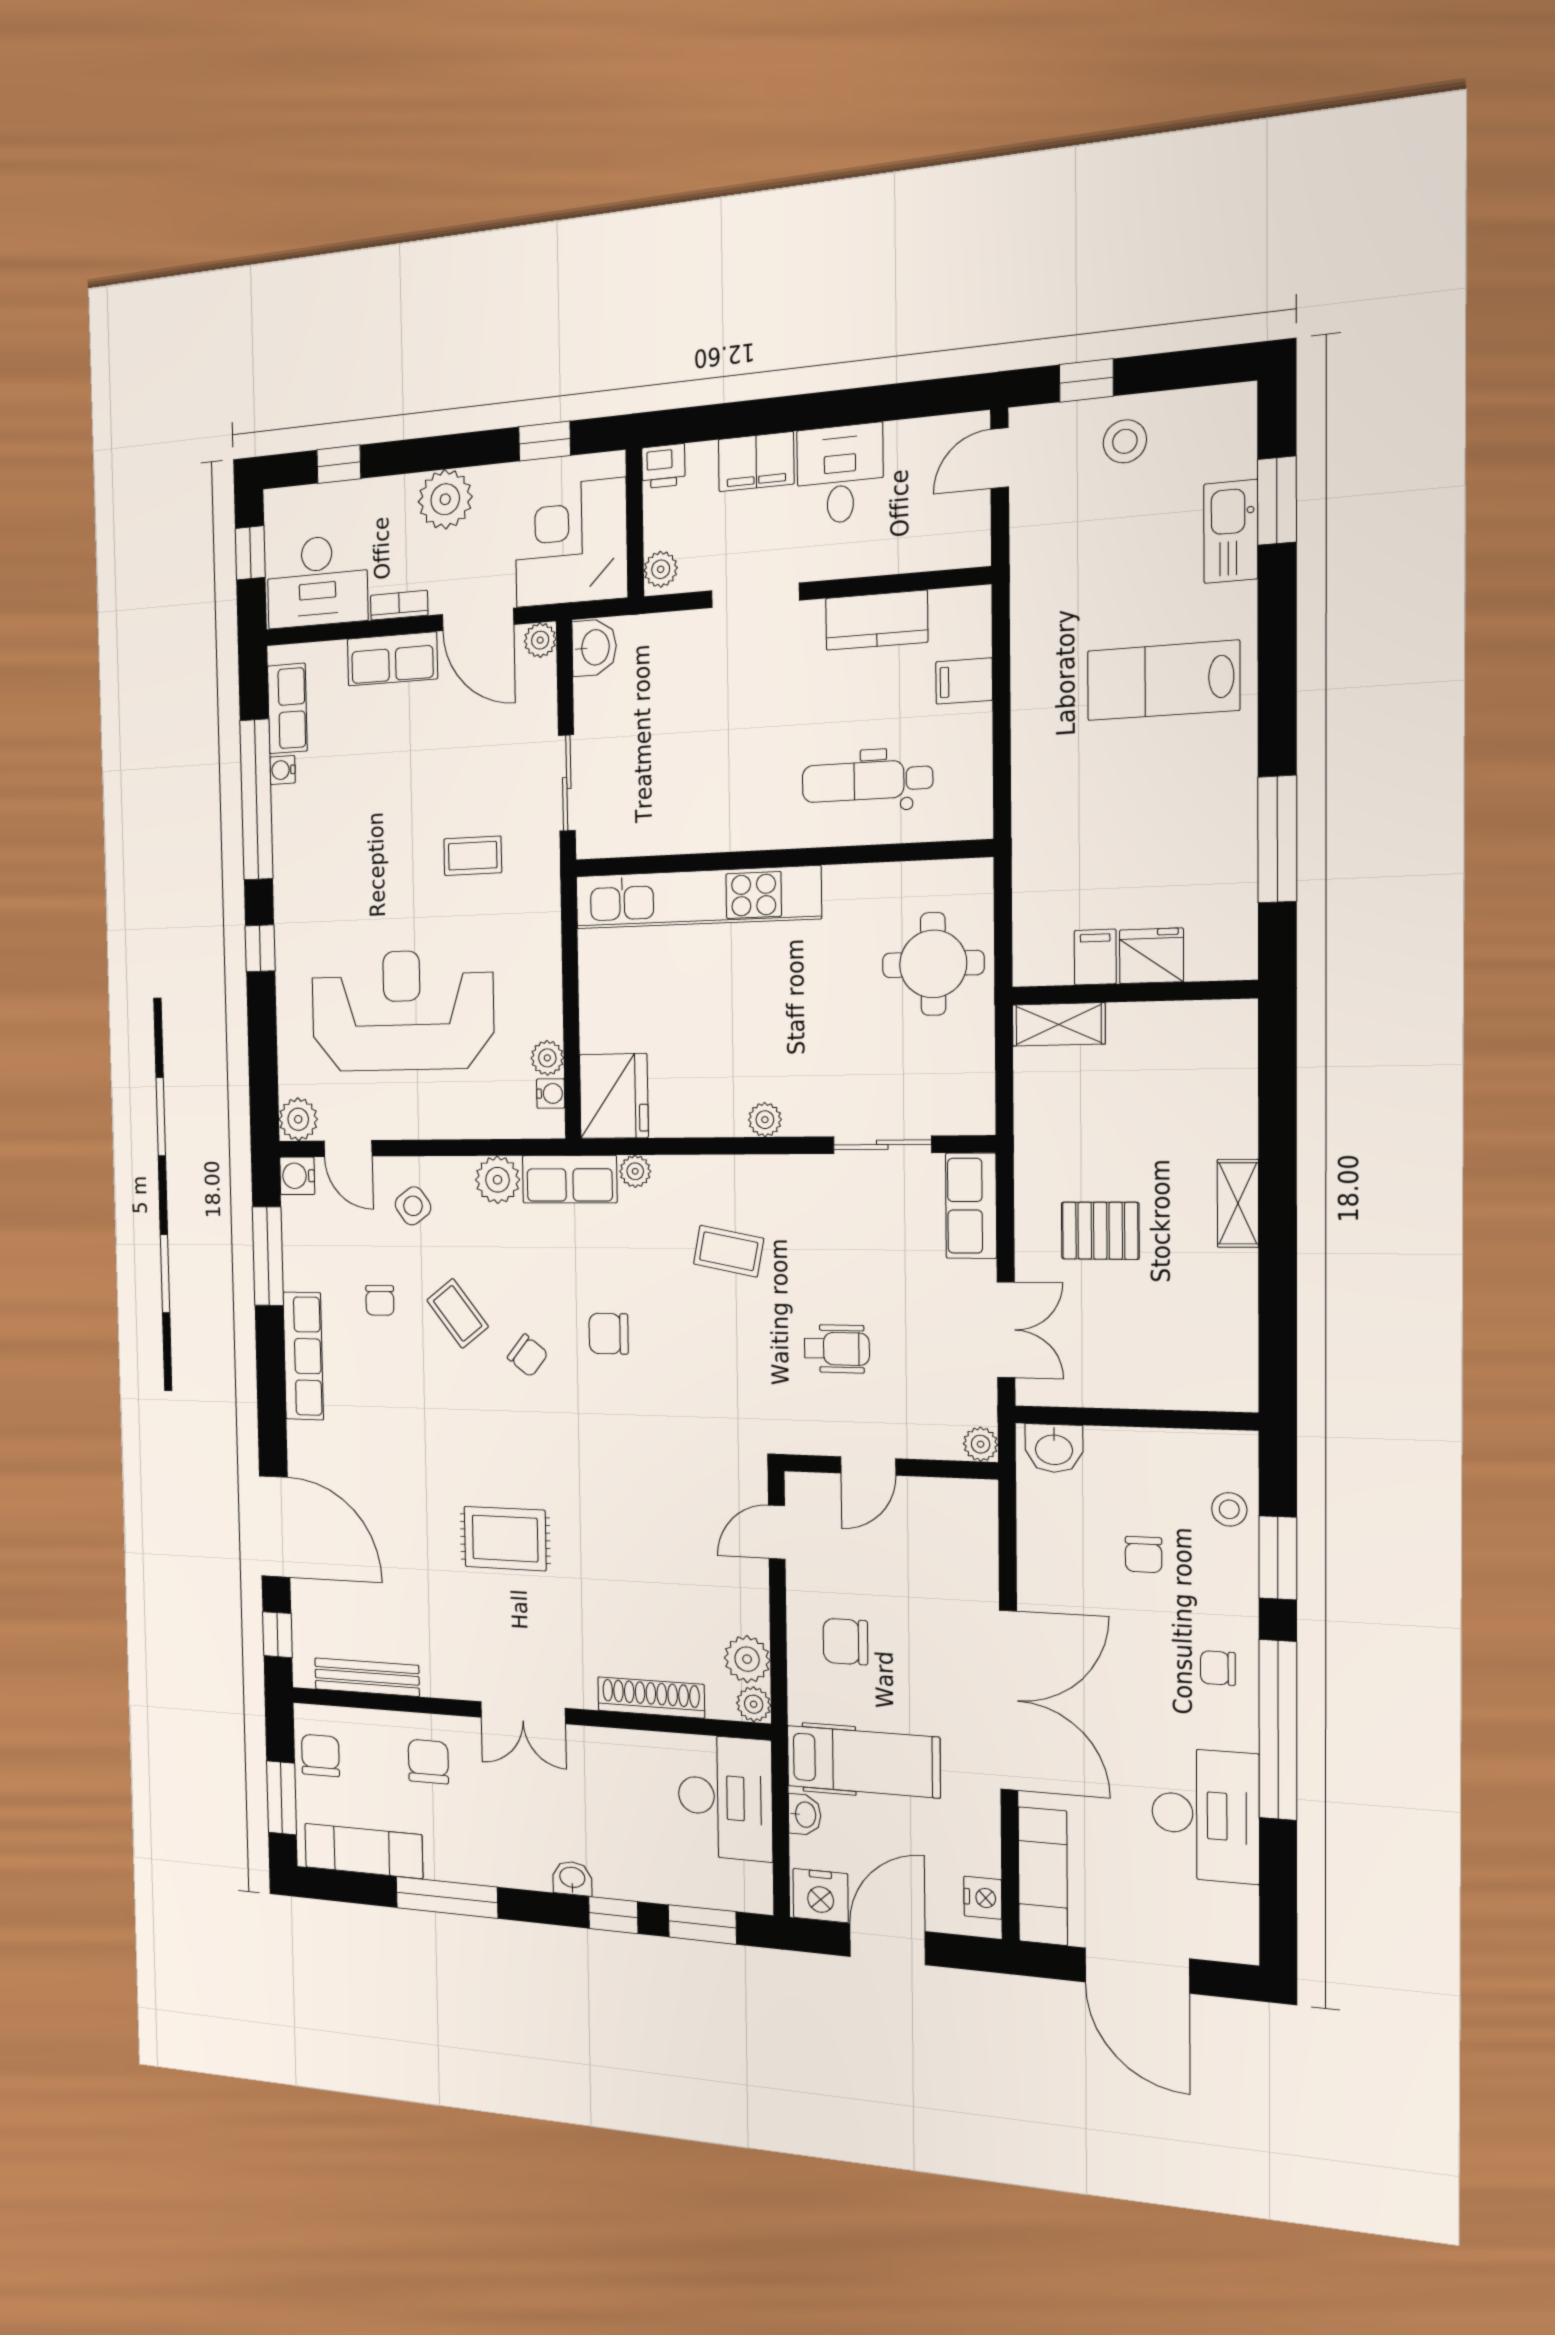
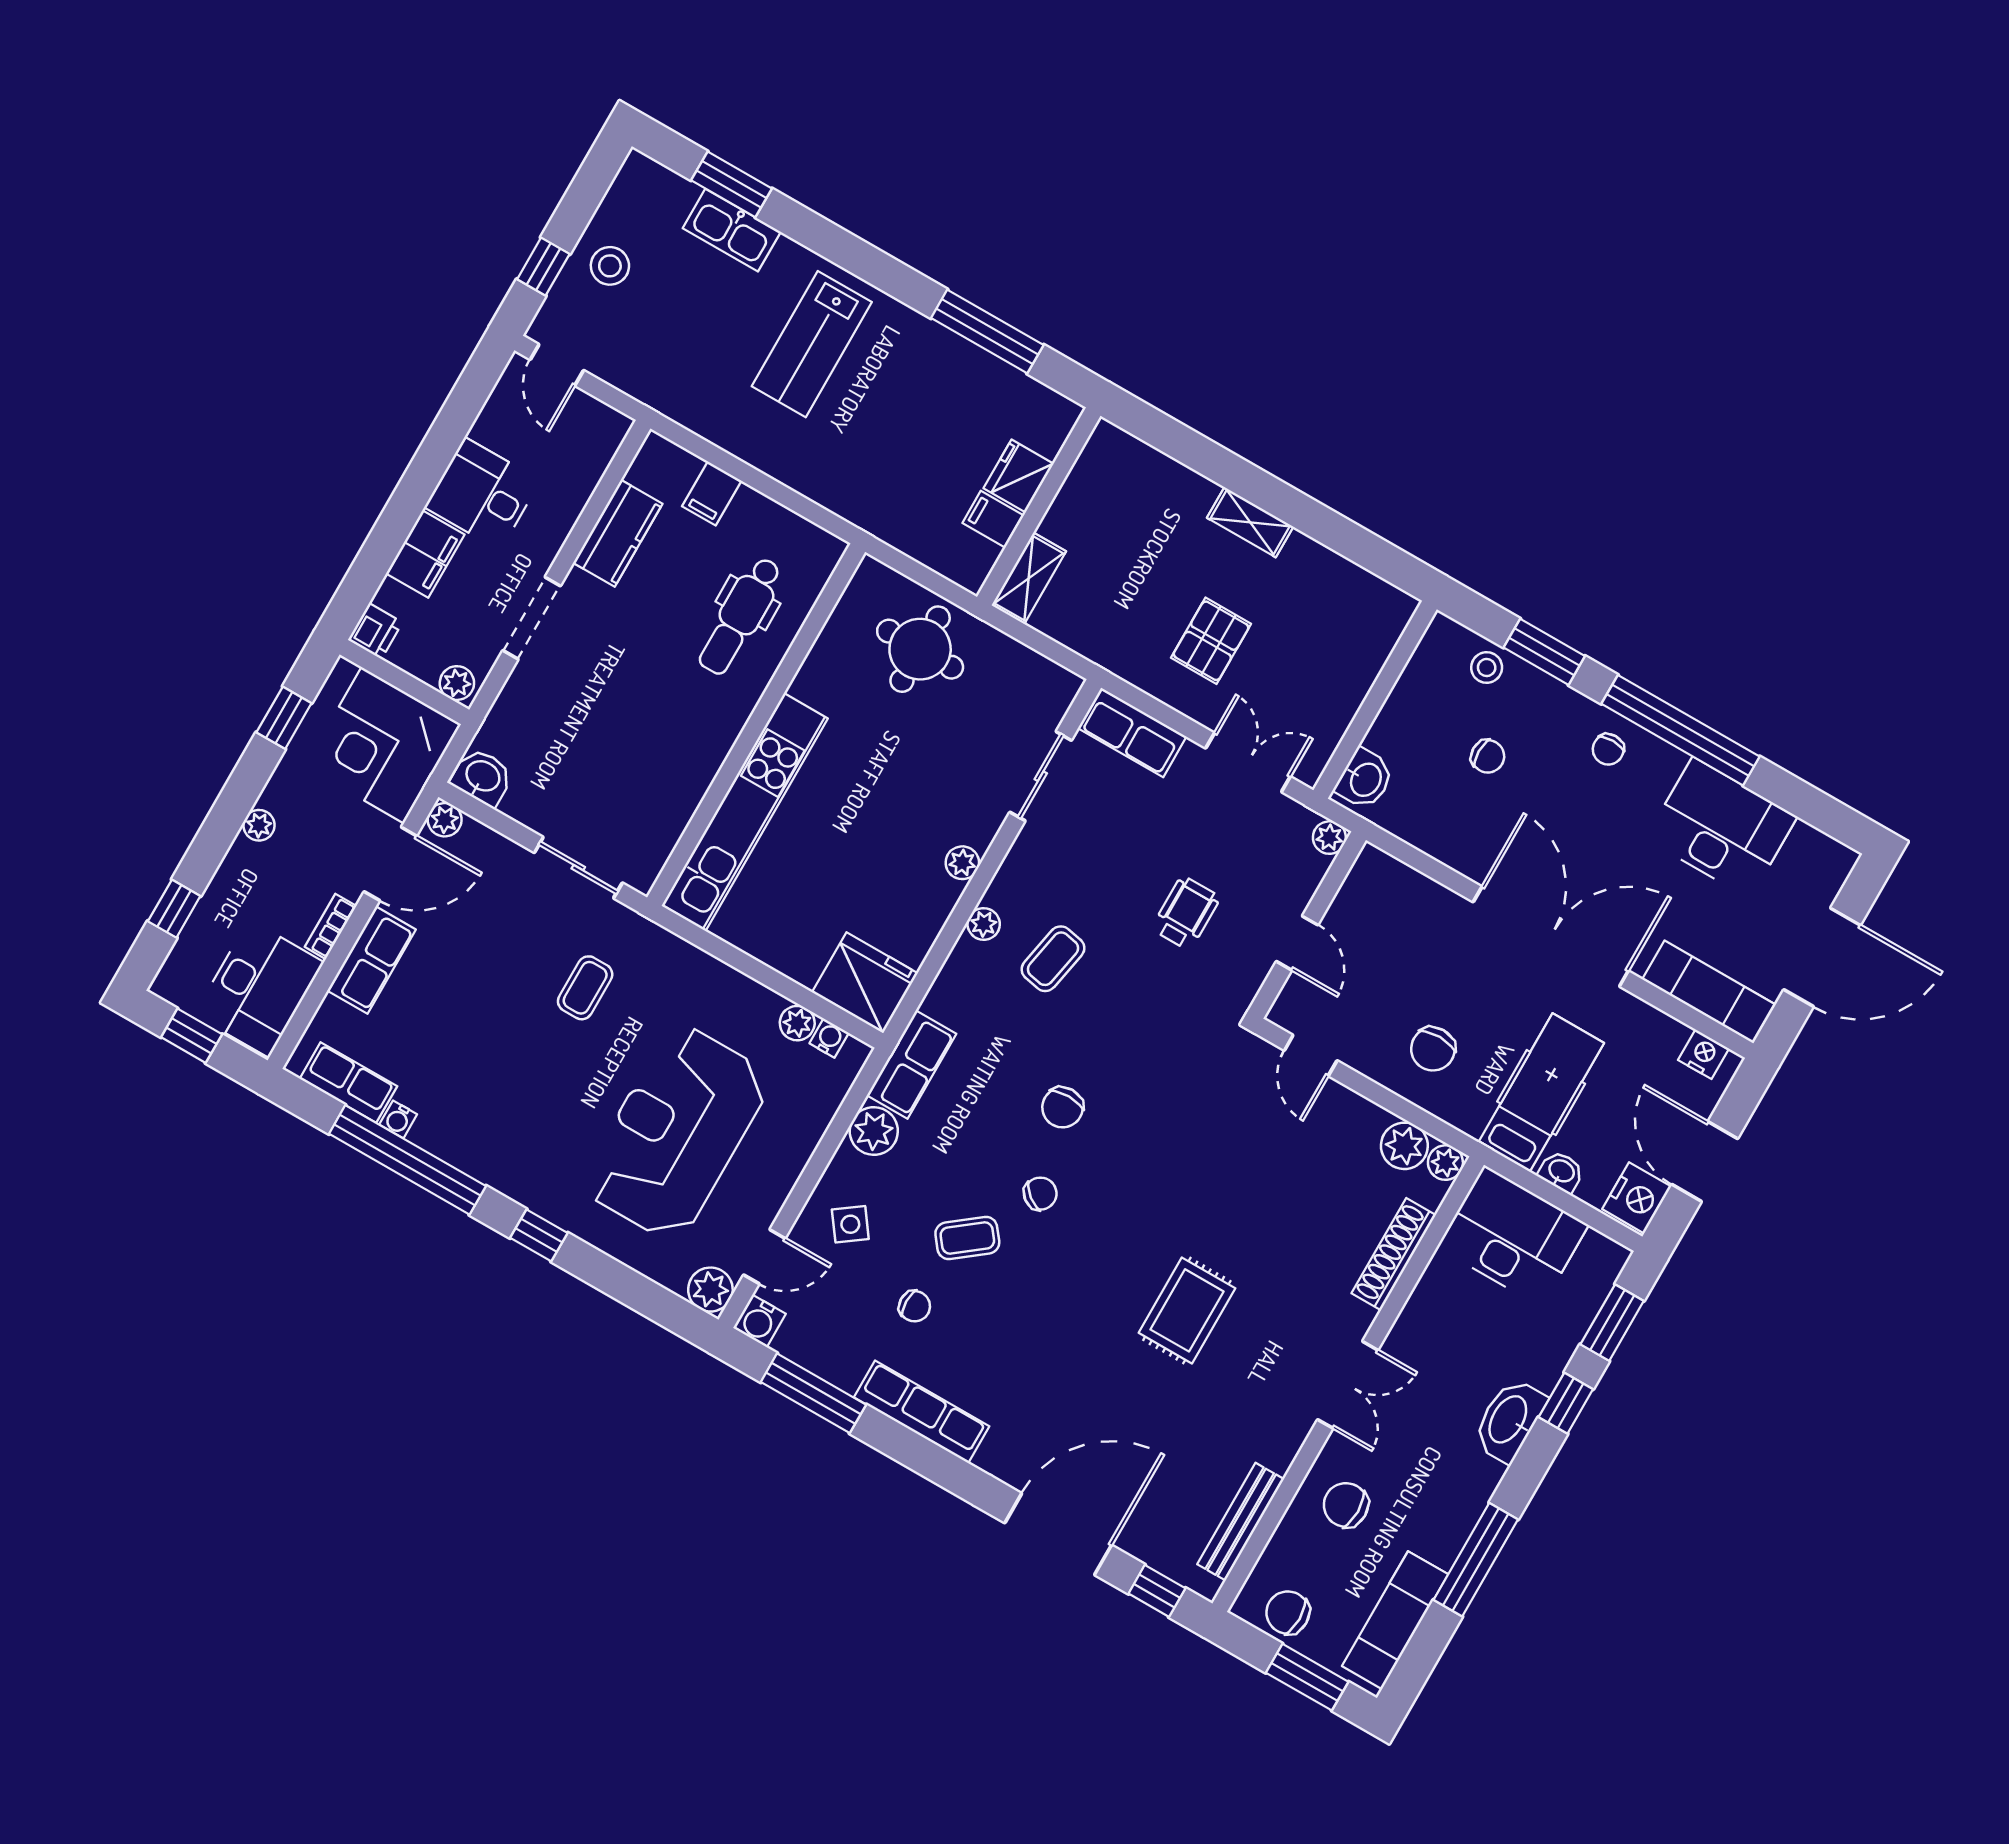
plant: (445, 499) -> (259, 825), width x0.53, depth x0.53
plant: (635, 1171) -> (984, 924), moved
washbasin: (572, 1878) -> (1509, 1420), width x1.91, depth x1.45

